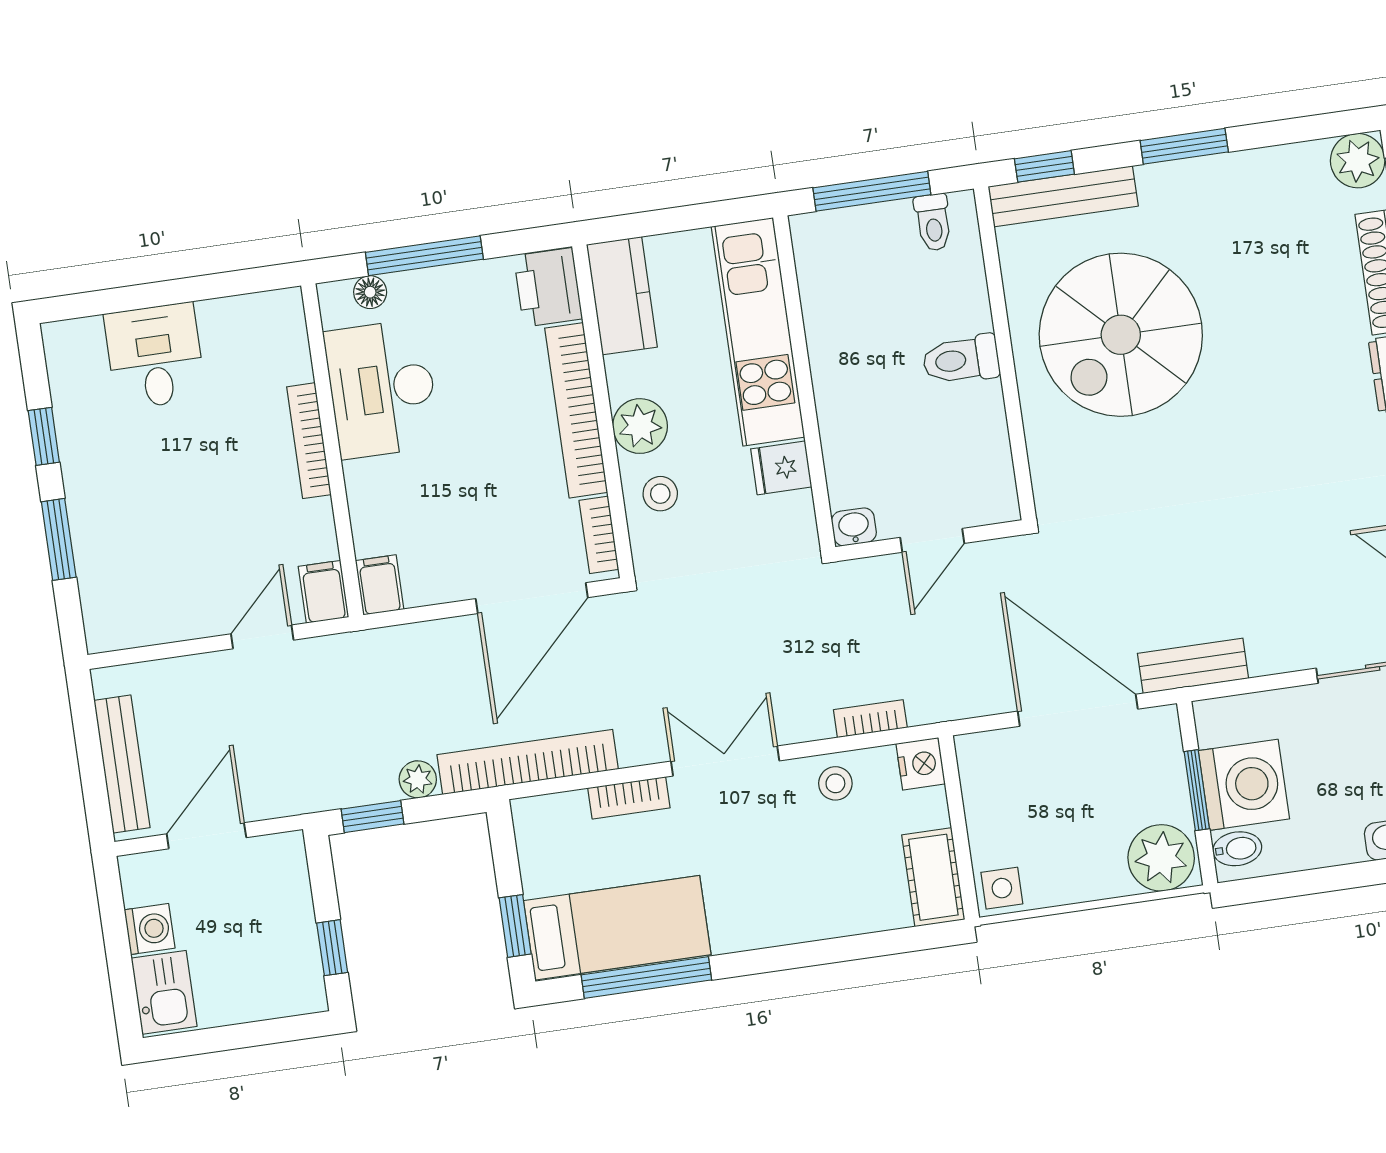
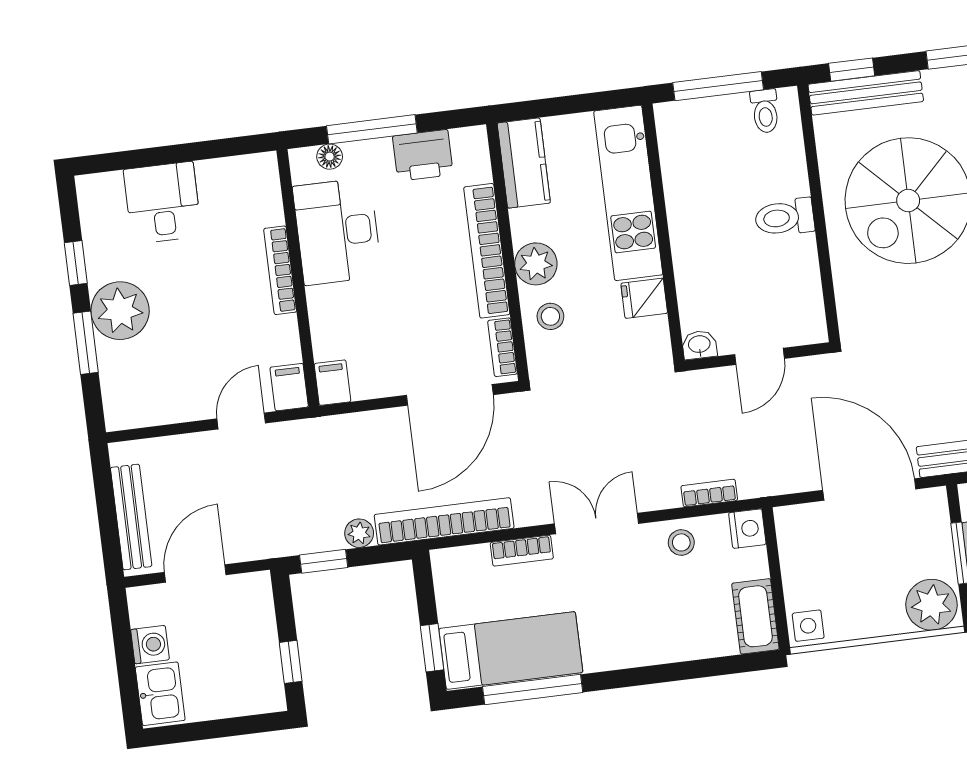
printer: (548, 287) -> (423, 155), moved, turned -90
plant: (102, 497) -> (120, 311), added

